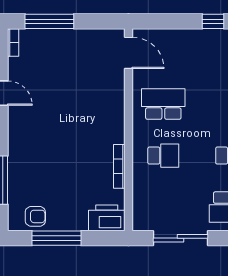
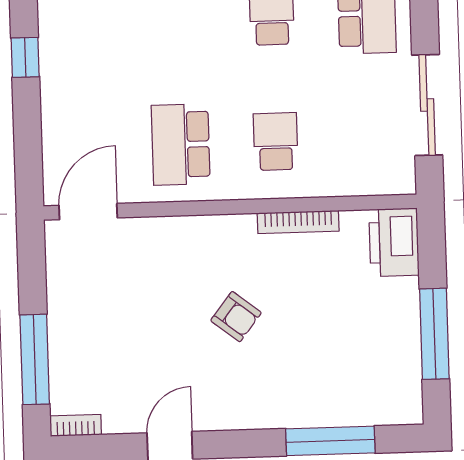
armchair: (35, 216) -> (236, 317), moved, turned 128

